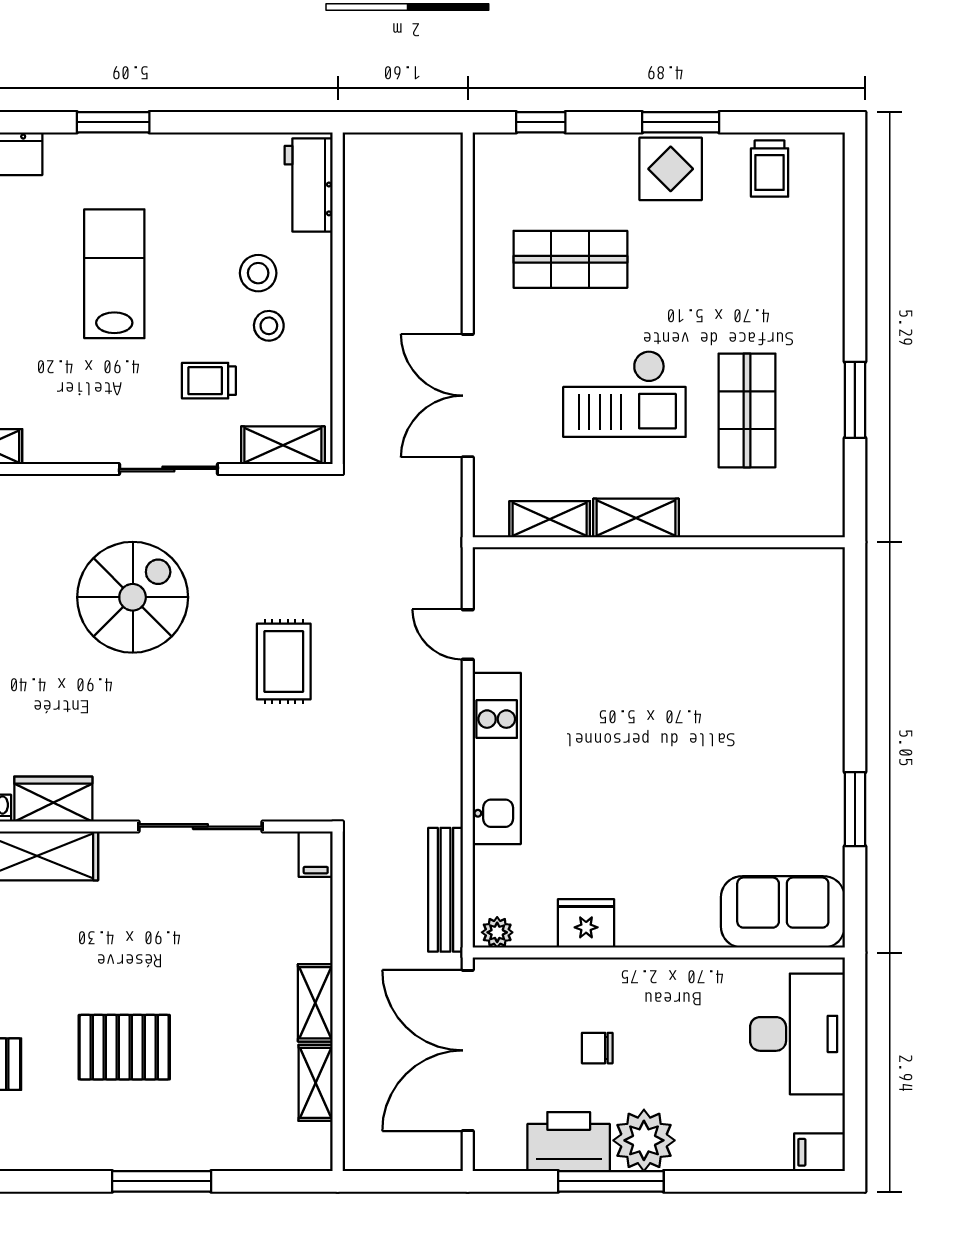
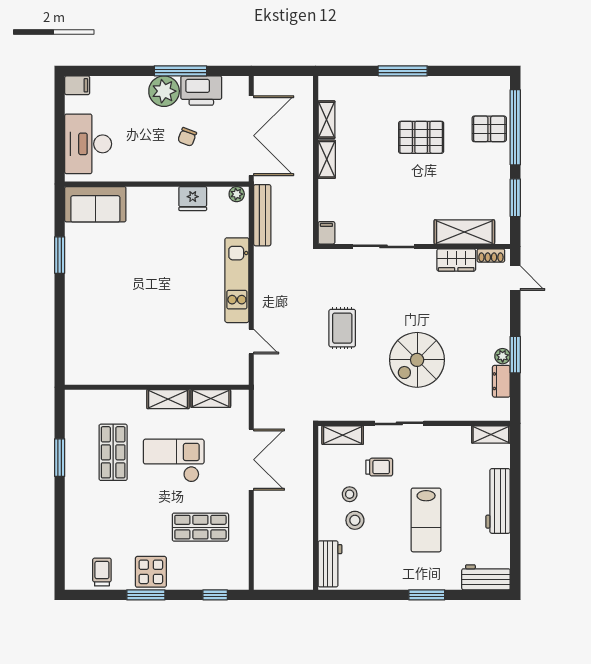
chair: (597, 1048) -> (187, 137), turned 110

